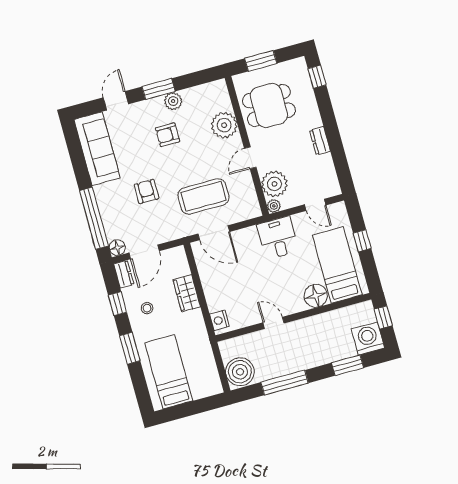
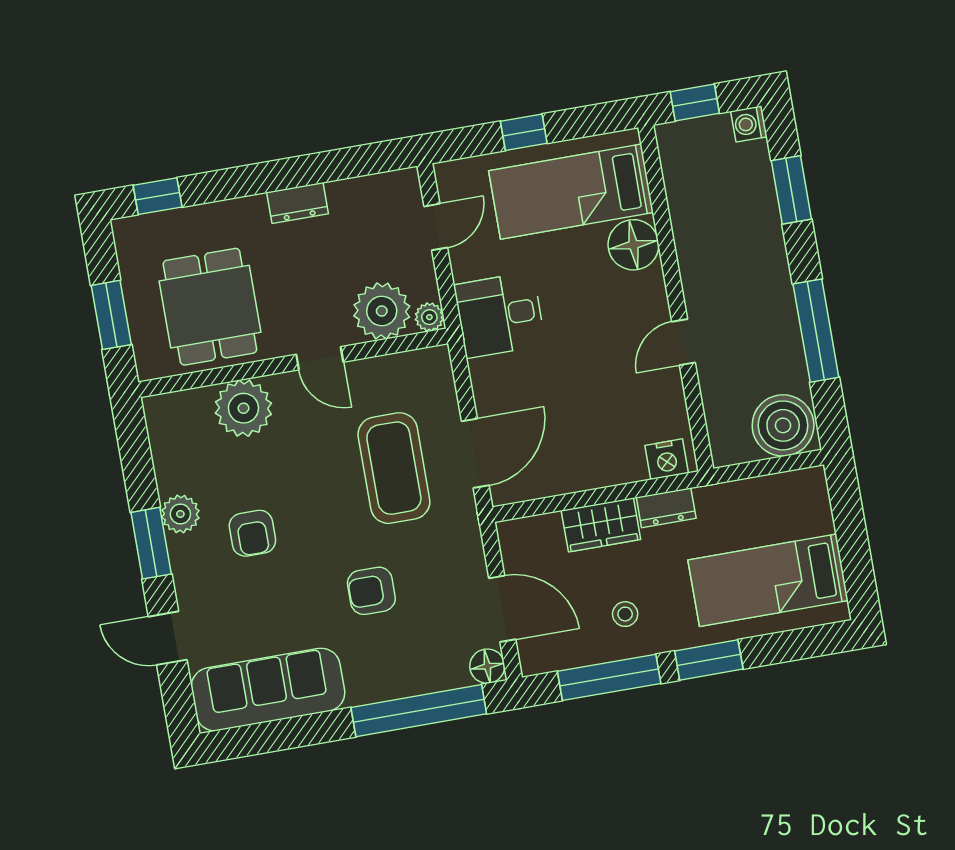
dresser: (124, 274) -> (666, 508), moved, turned 180
window: (117, 304) -> (609, 677), width x2.17
washing machine: (368, 339) -> (749, 124), width x0.53, depth x0.53

